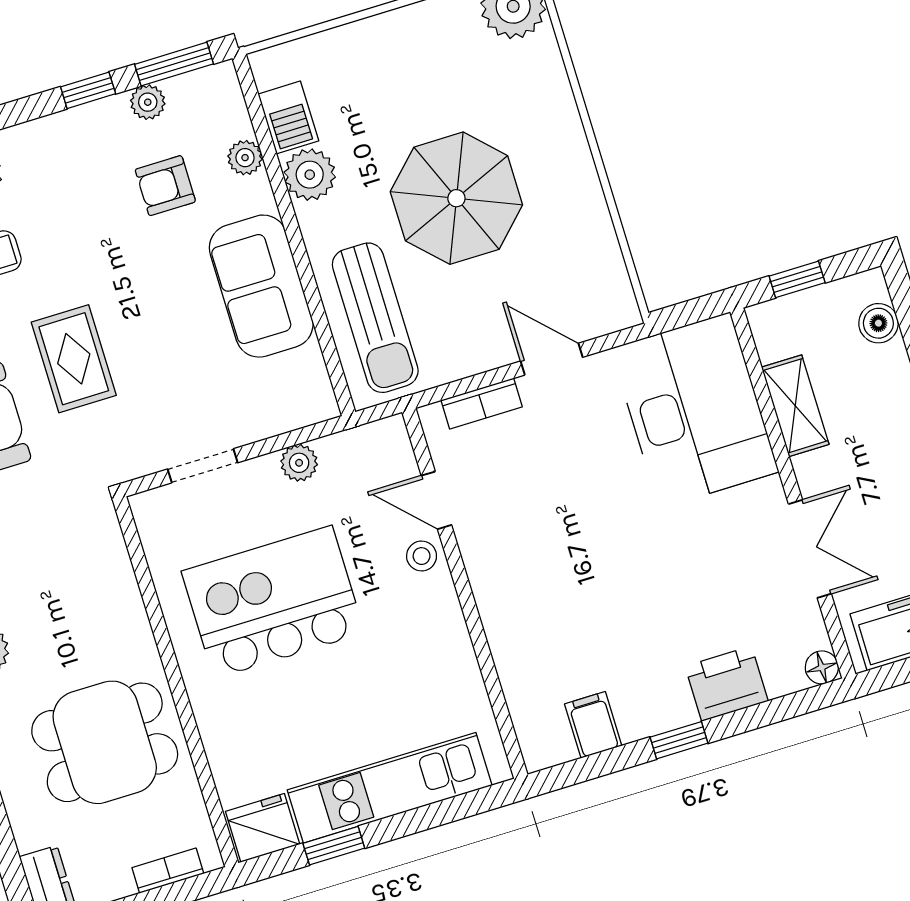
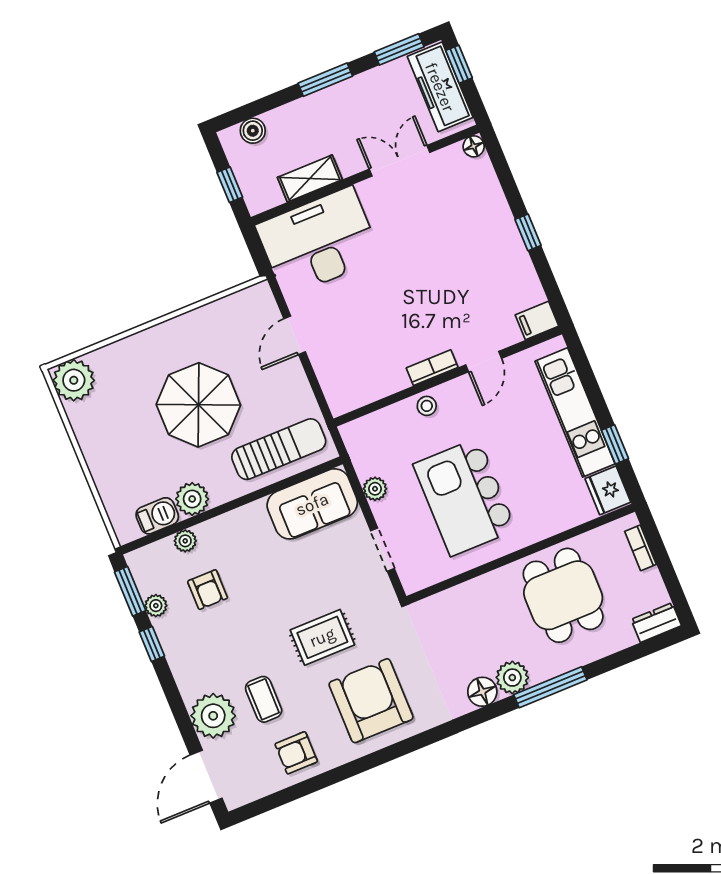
sofa: (261, 286) -> (312, 504), moved
bookcase: (482, 403) -> (432, 368), moved, turned -90
door: (436, 500) -> (484, 362), moved
printer: (727, 684) -> (489, 206), removed
filing cabinet: (593, 725) -> (537, 320), moved

